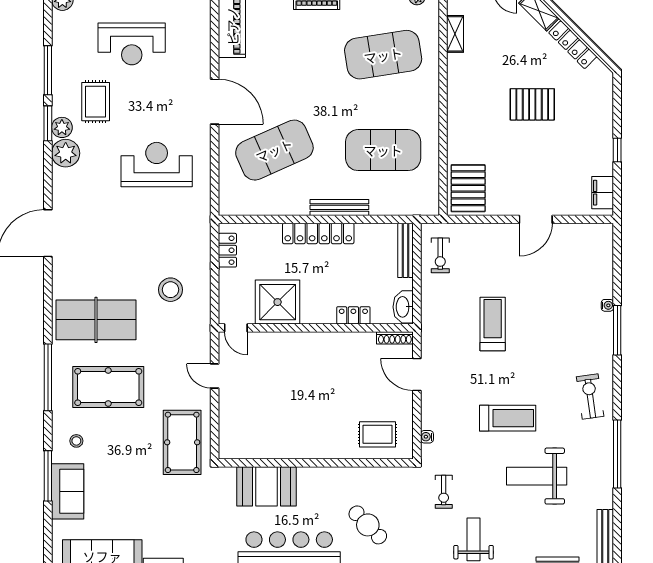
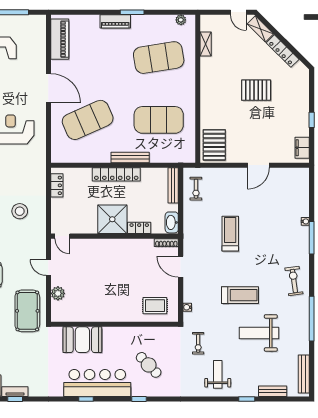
shower: (278, 302) -> (112, 219), moved
plant: (229, 415) -> (58, 293), added

